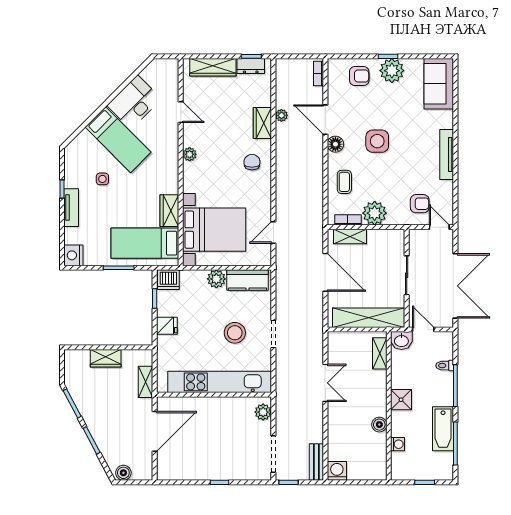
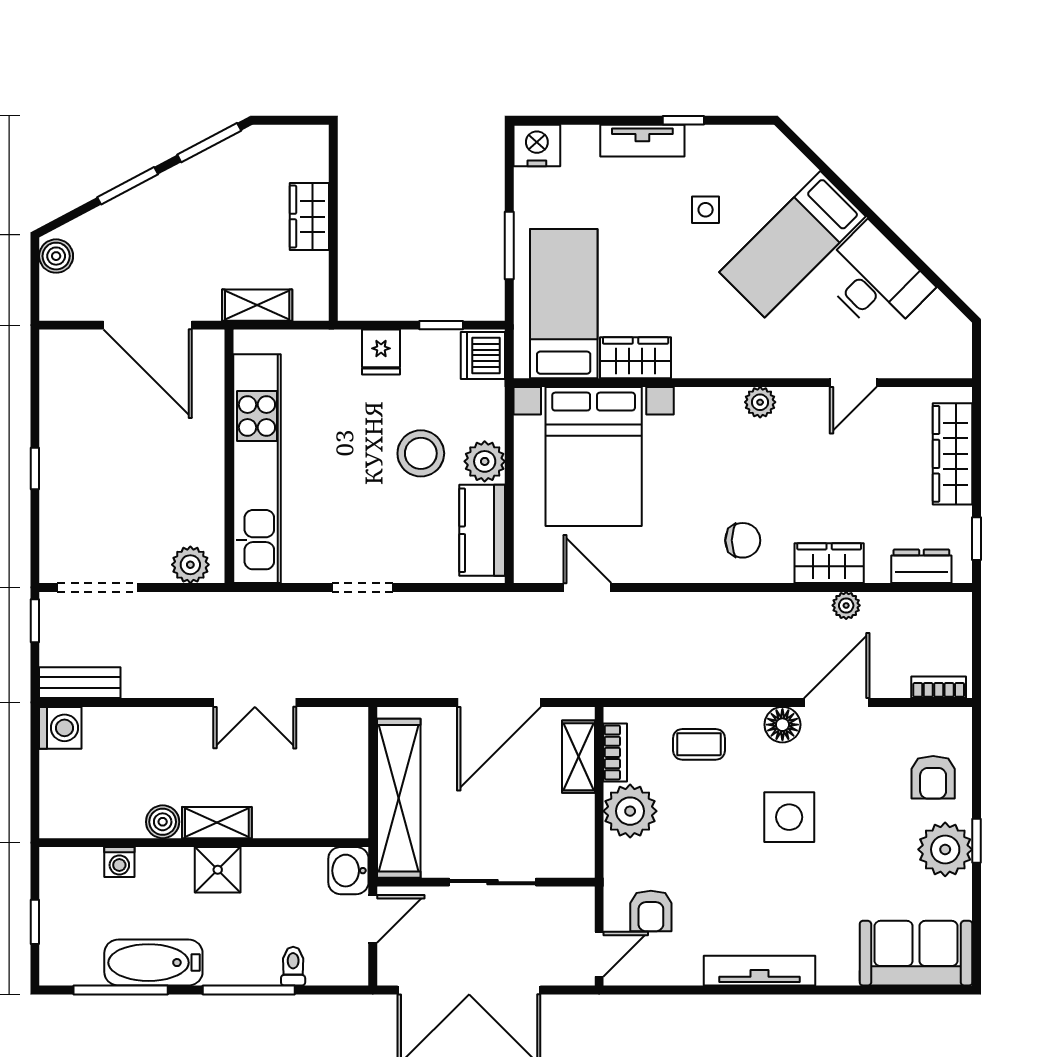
dresser: (251, 66) -> (921, 566), moved, turned 90
stool: (235, 333) -> (421, 453), moved
shelving: (380, 353) -> (217, 823), moved

